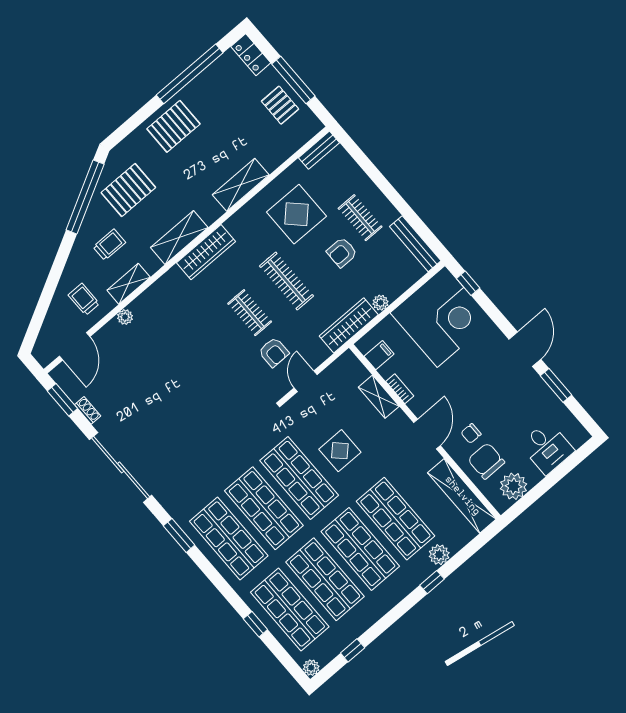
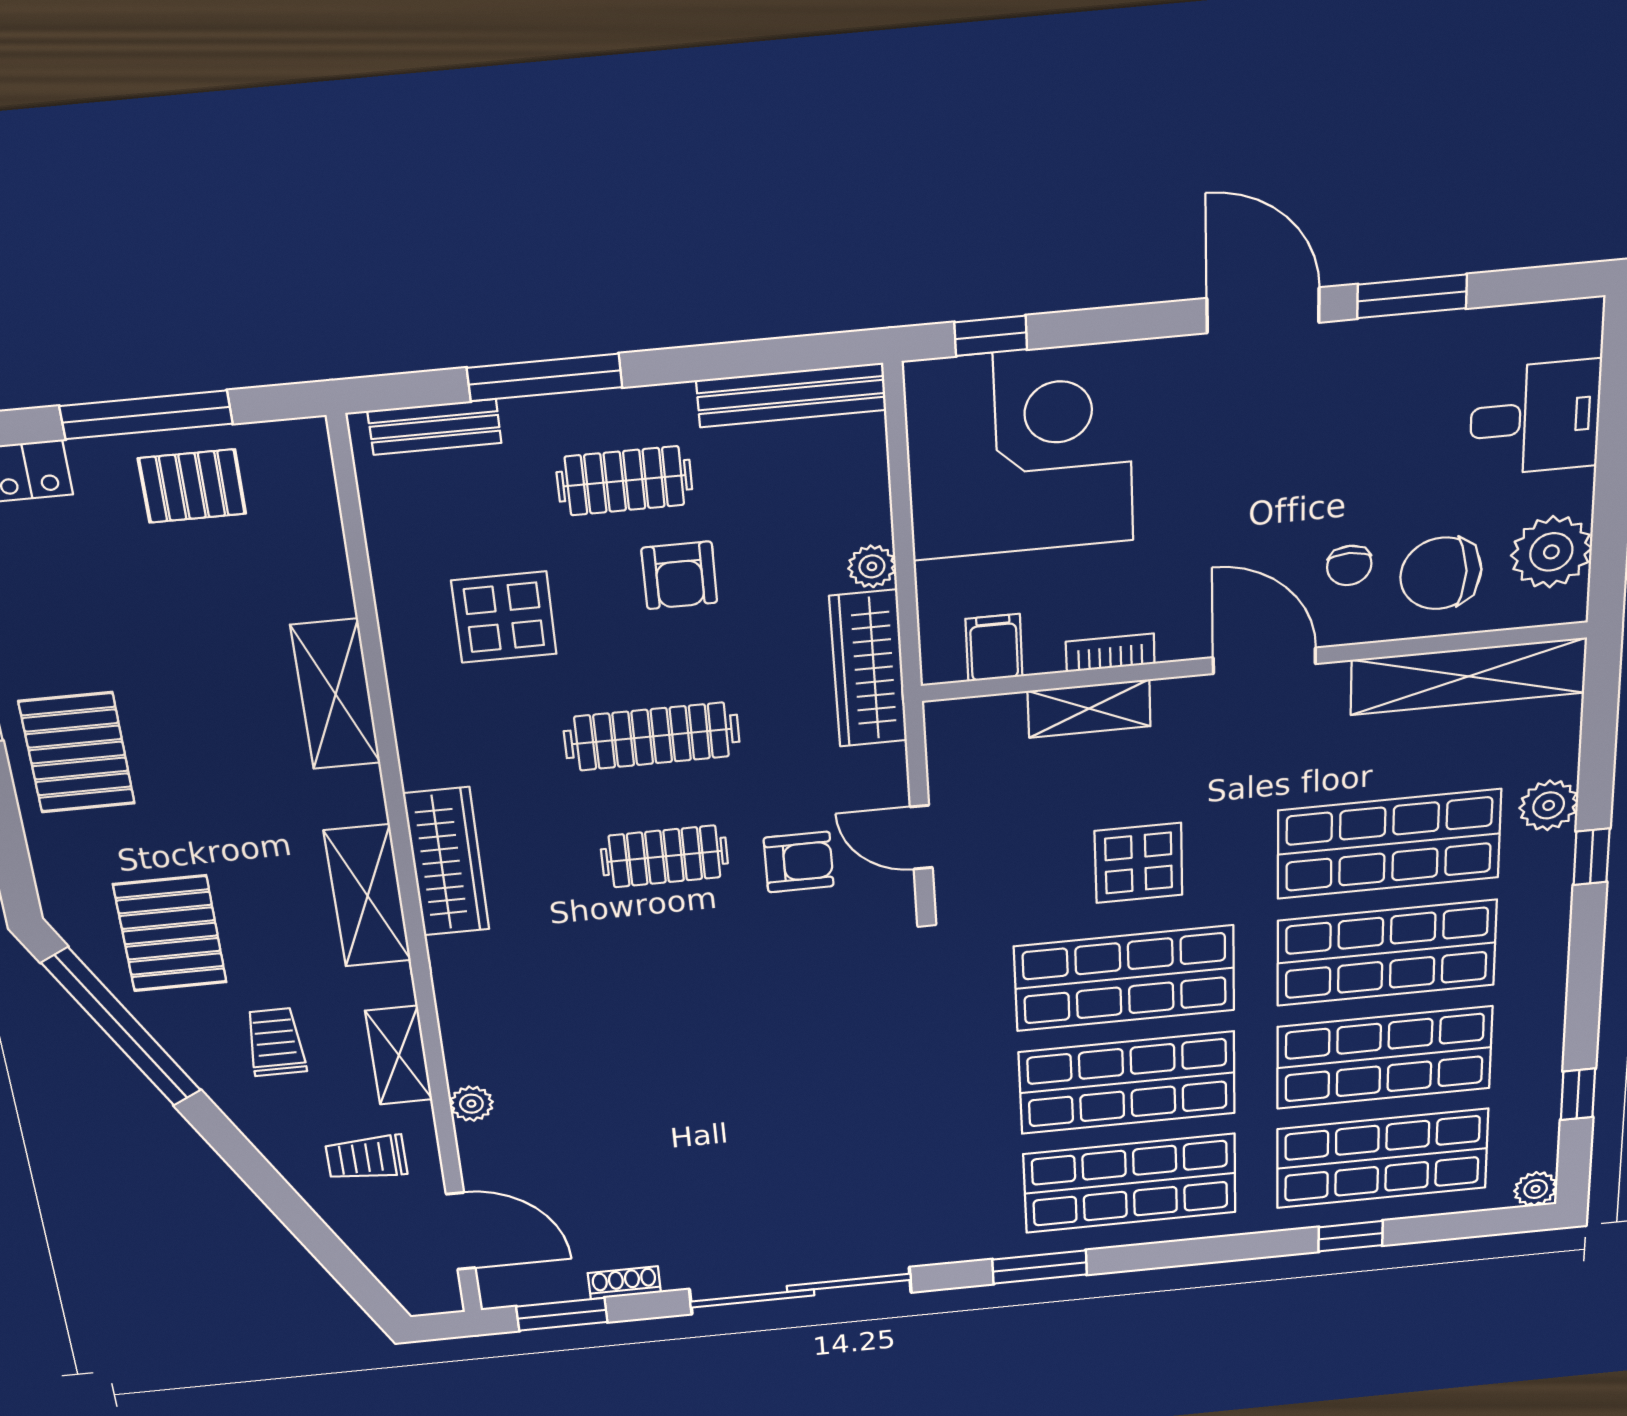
bench: (319, 150) -> (435, 427), moved, turned 90
window: (376, 176) -> (545, 378), added
display table: (296, 214) -> (504, 617), width x0.73, depth x0.73

